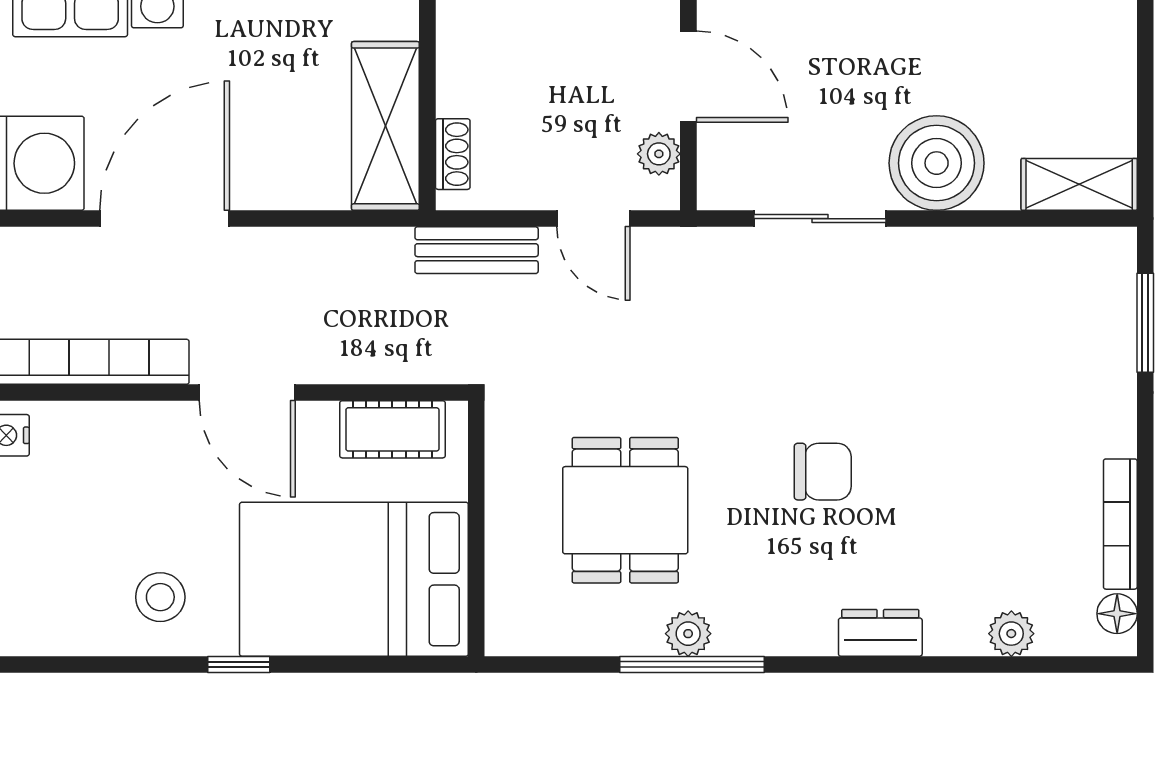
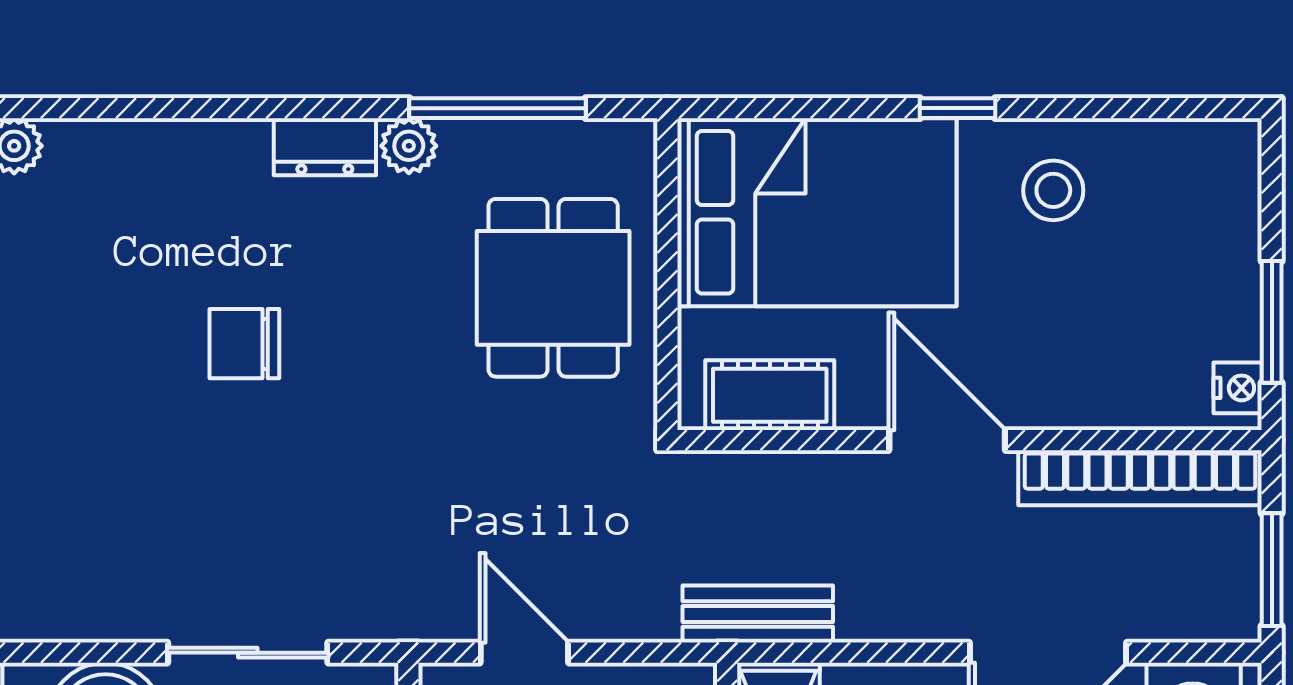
bench: (477, 250) -> (758, 614), moved
dining table: (625, 510) -> (553, 288), moved
dresser: (880, 633) -> (325, 147), moved
window: (692, 664) -> (498, 108), moved

